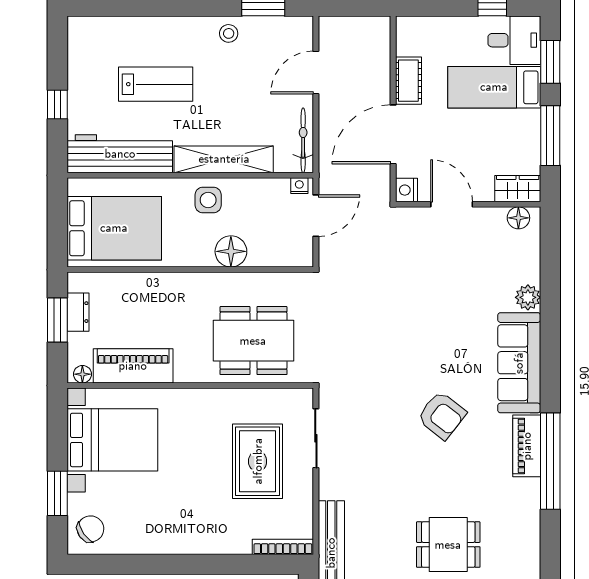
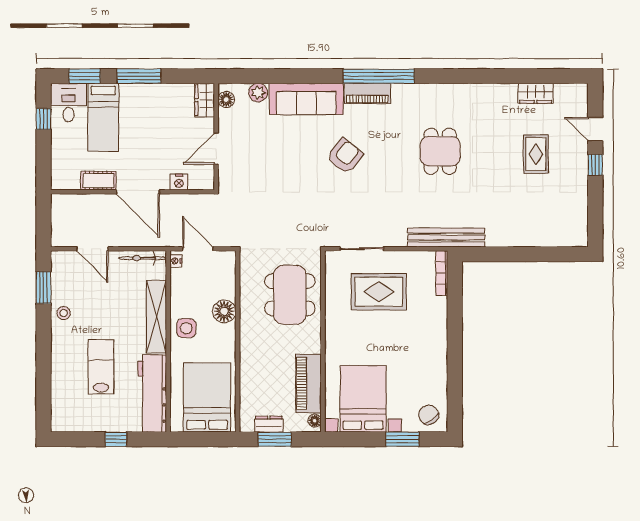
wardrobe: (518, 189) -> (205, 100), moved
door: (452, 204) -> (216, 149), moved
wall: (468, 204) -> (216, 137), moved
floor lamp: (518, 218) -> (226, 100), moved

